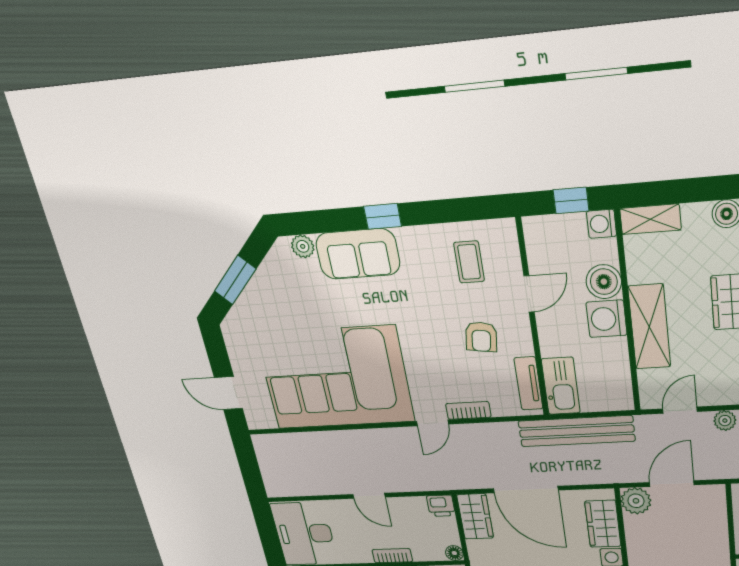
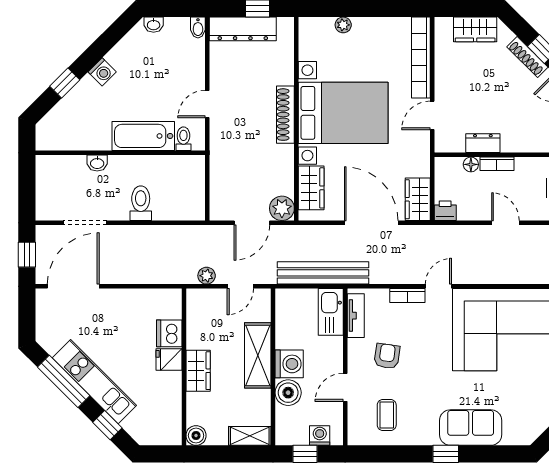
washing machine: (601, 224) -> (320, 436), moved, turned -90
plant: (303, 246) -> (512, 437), removed
floor lamp: (454, 553) -> (471, 164), moved

